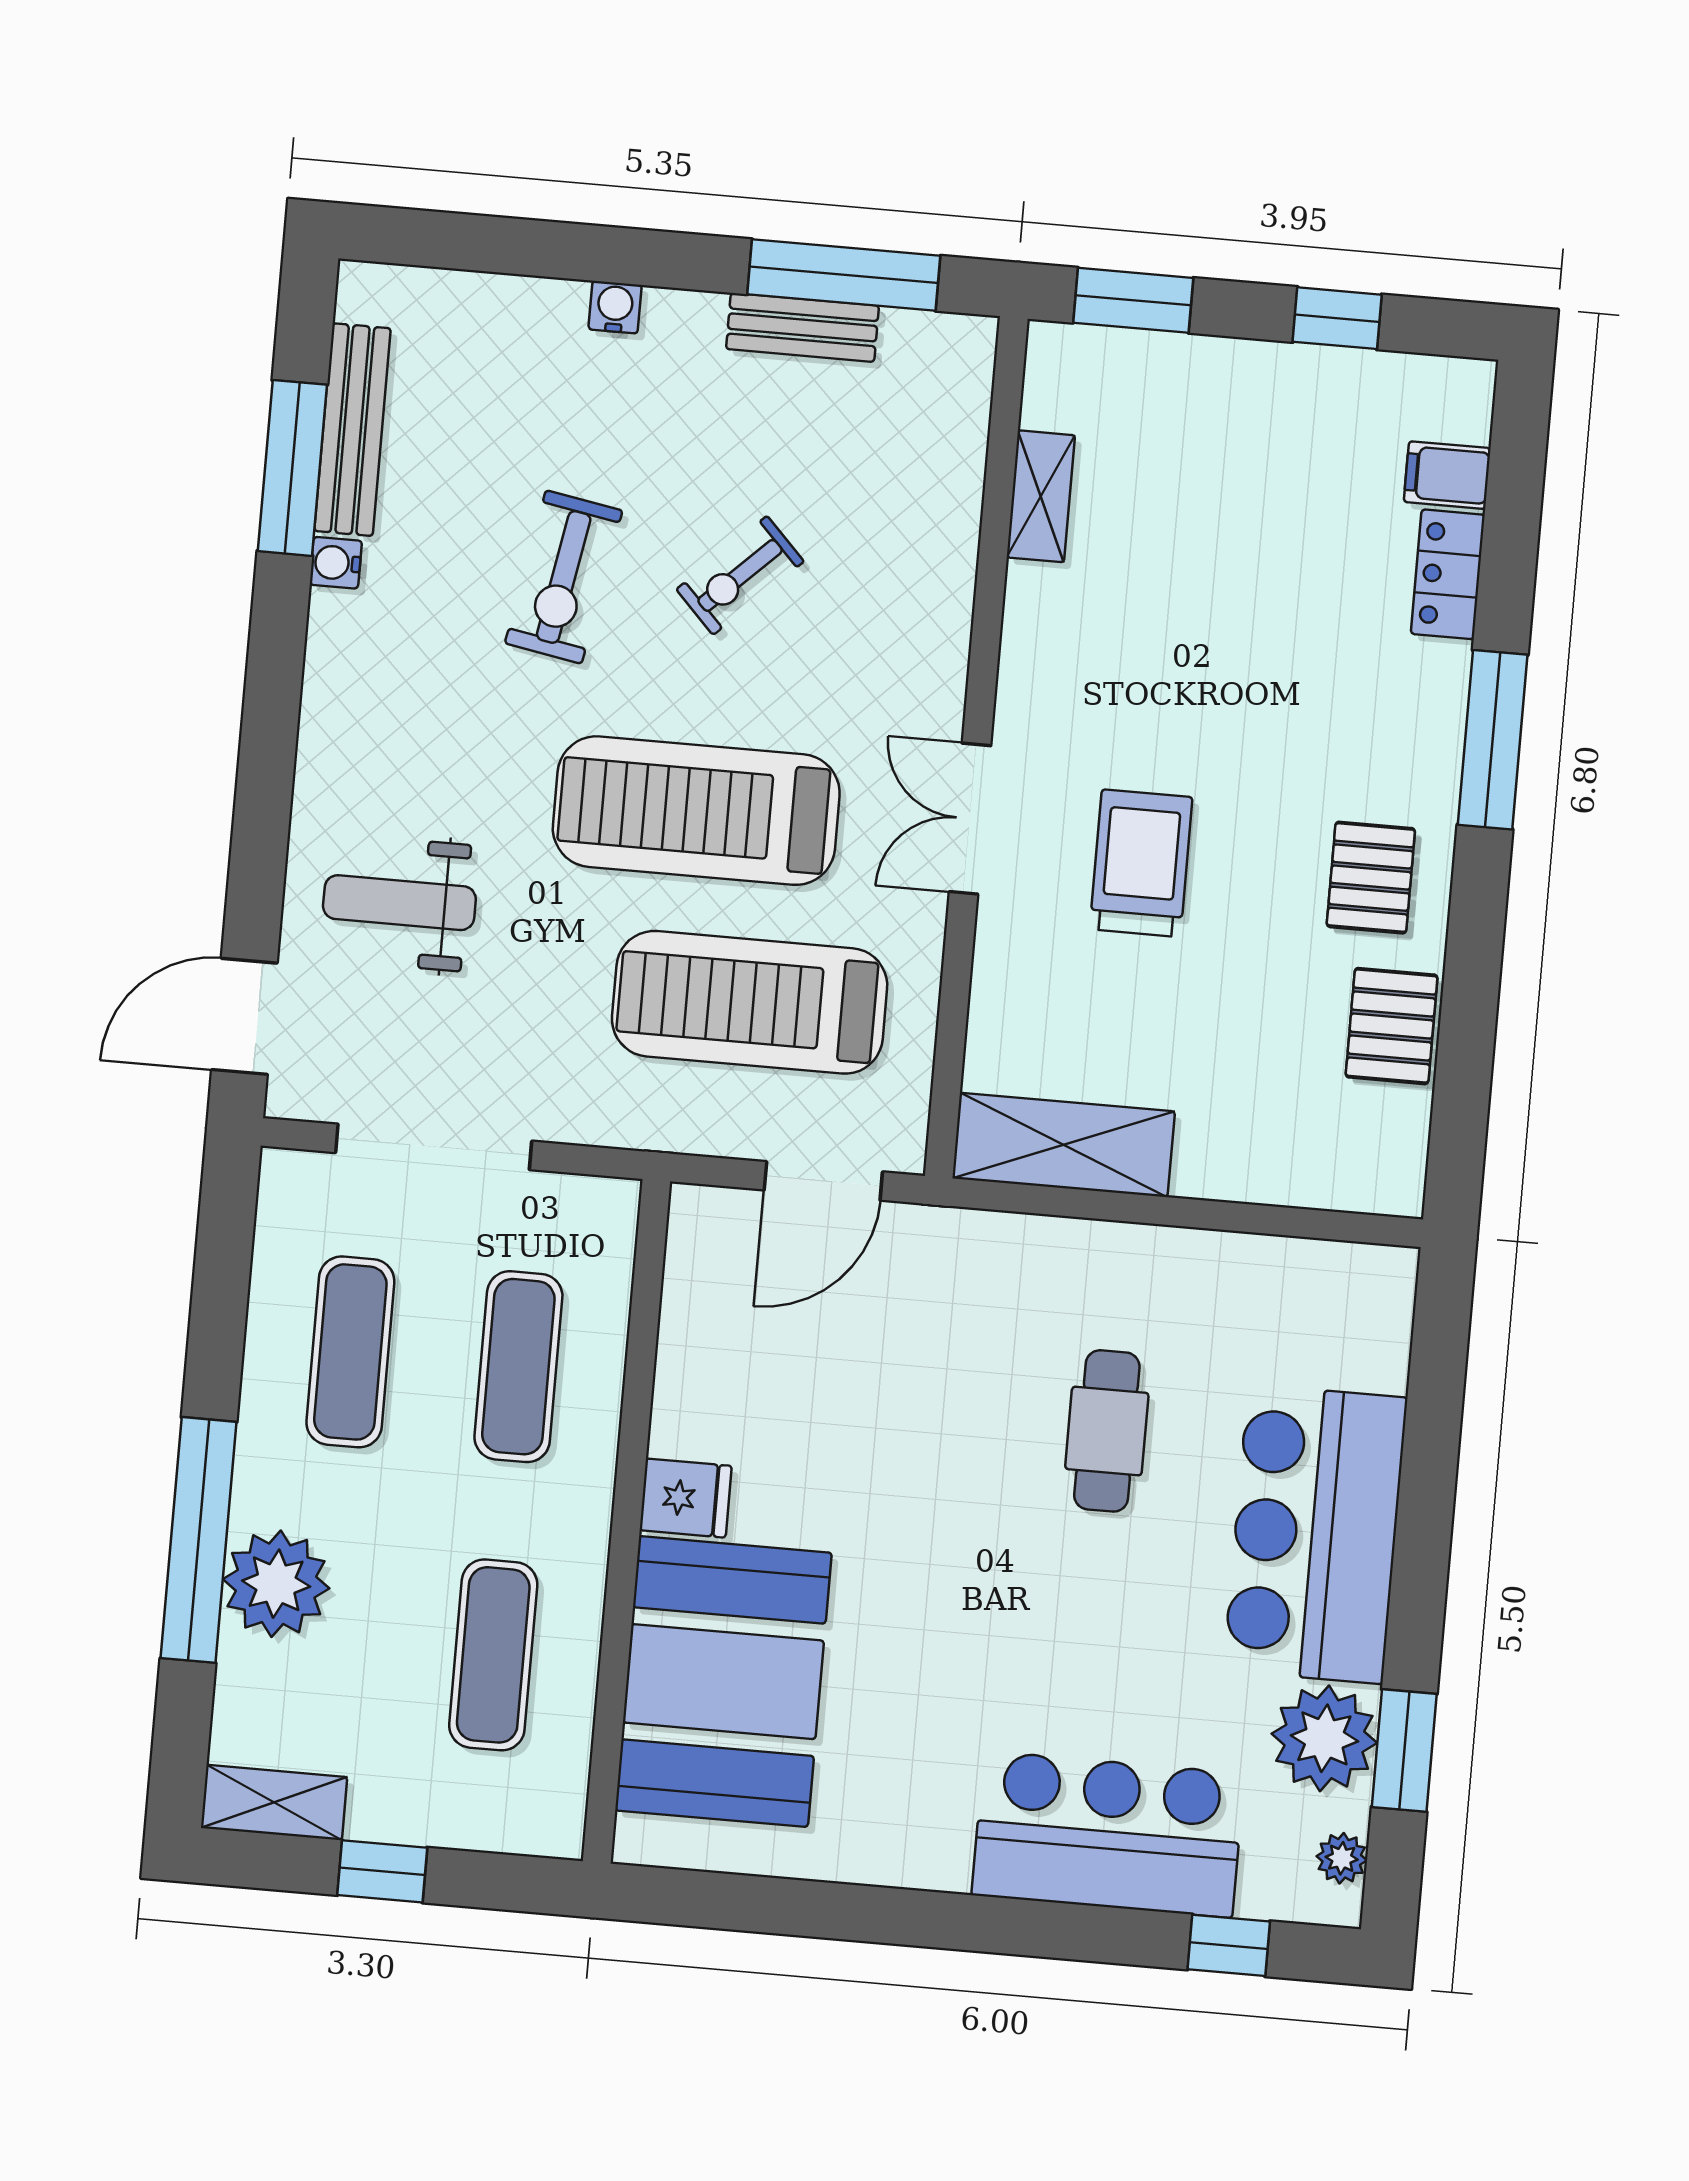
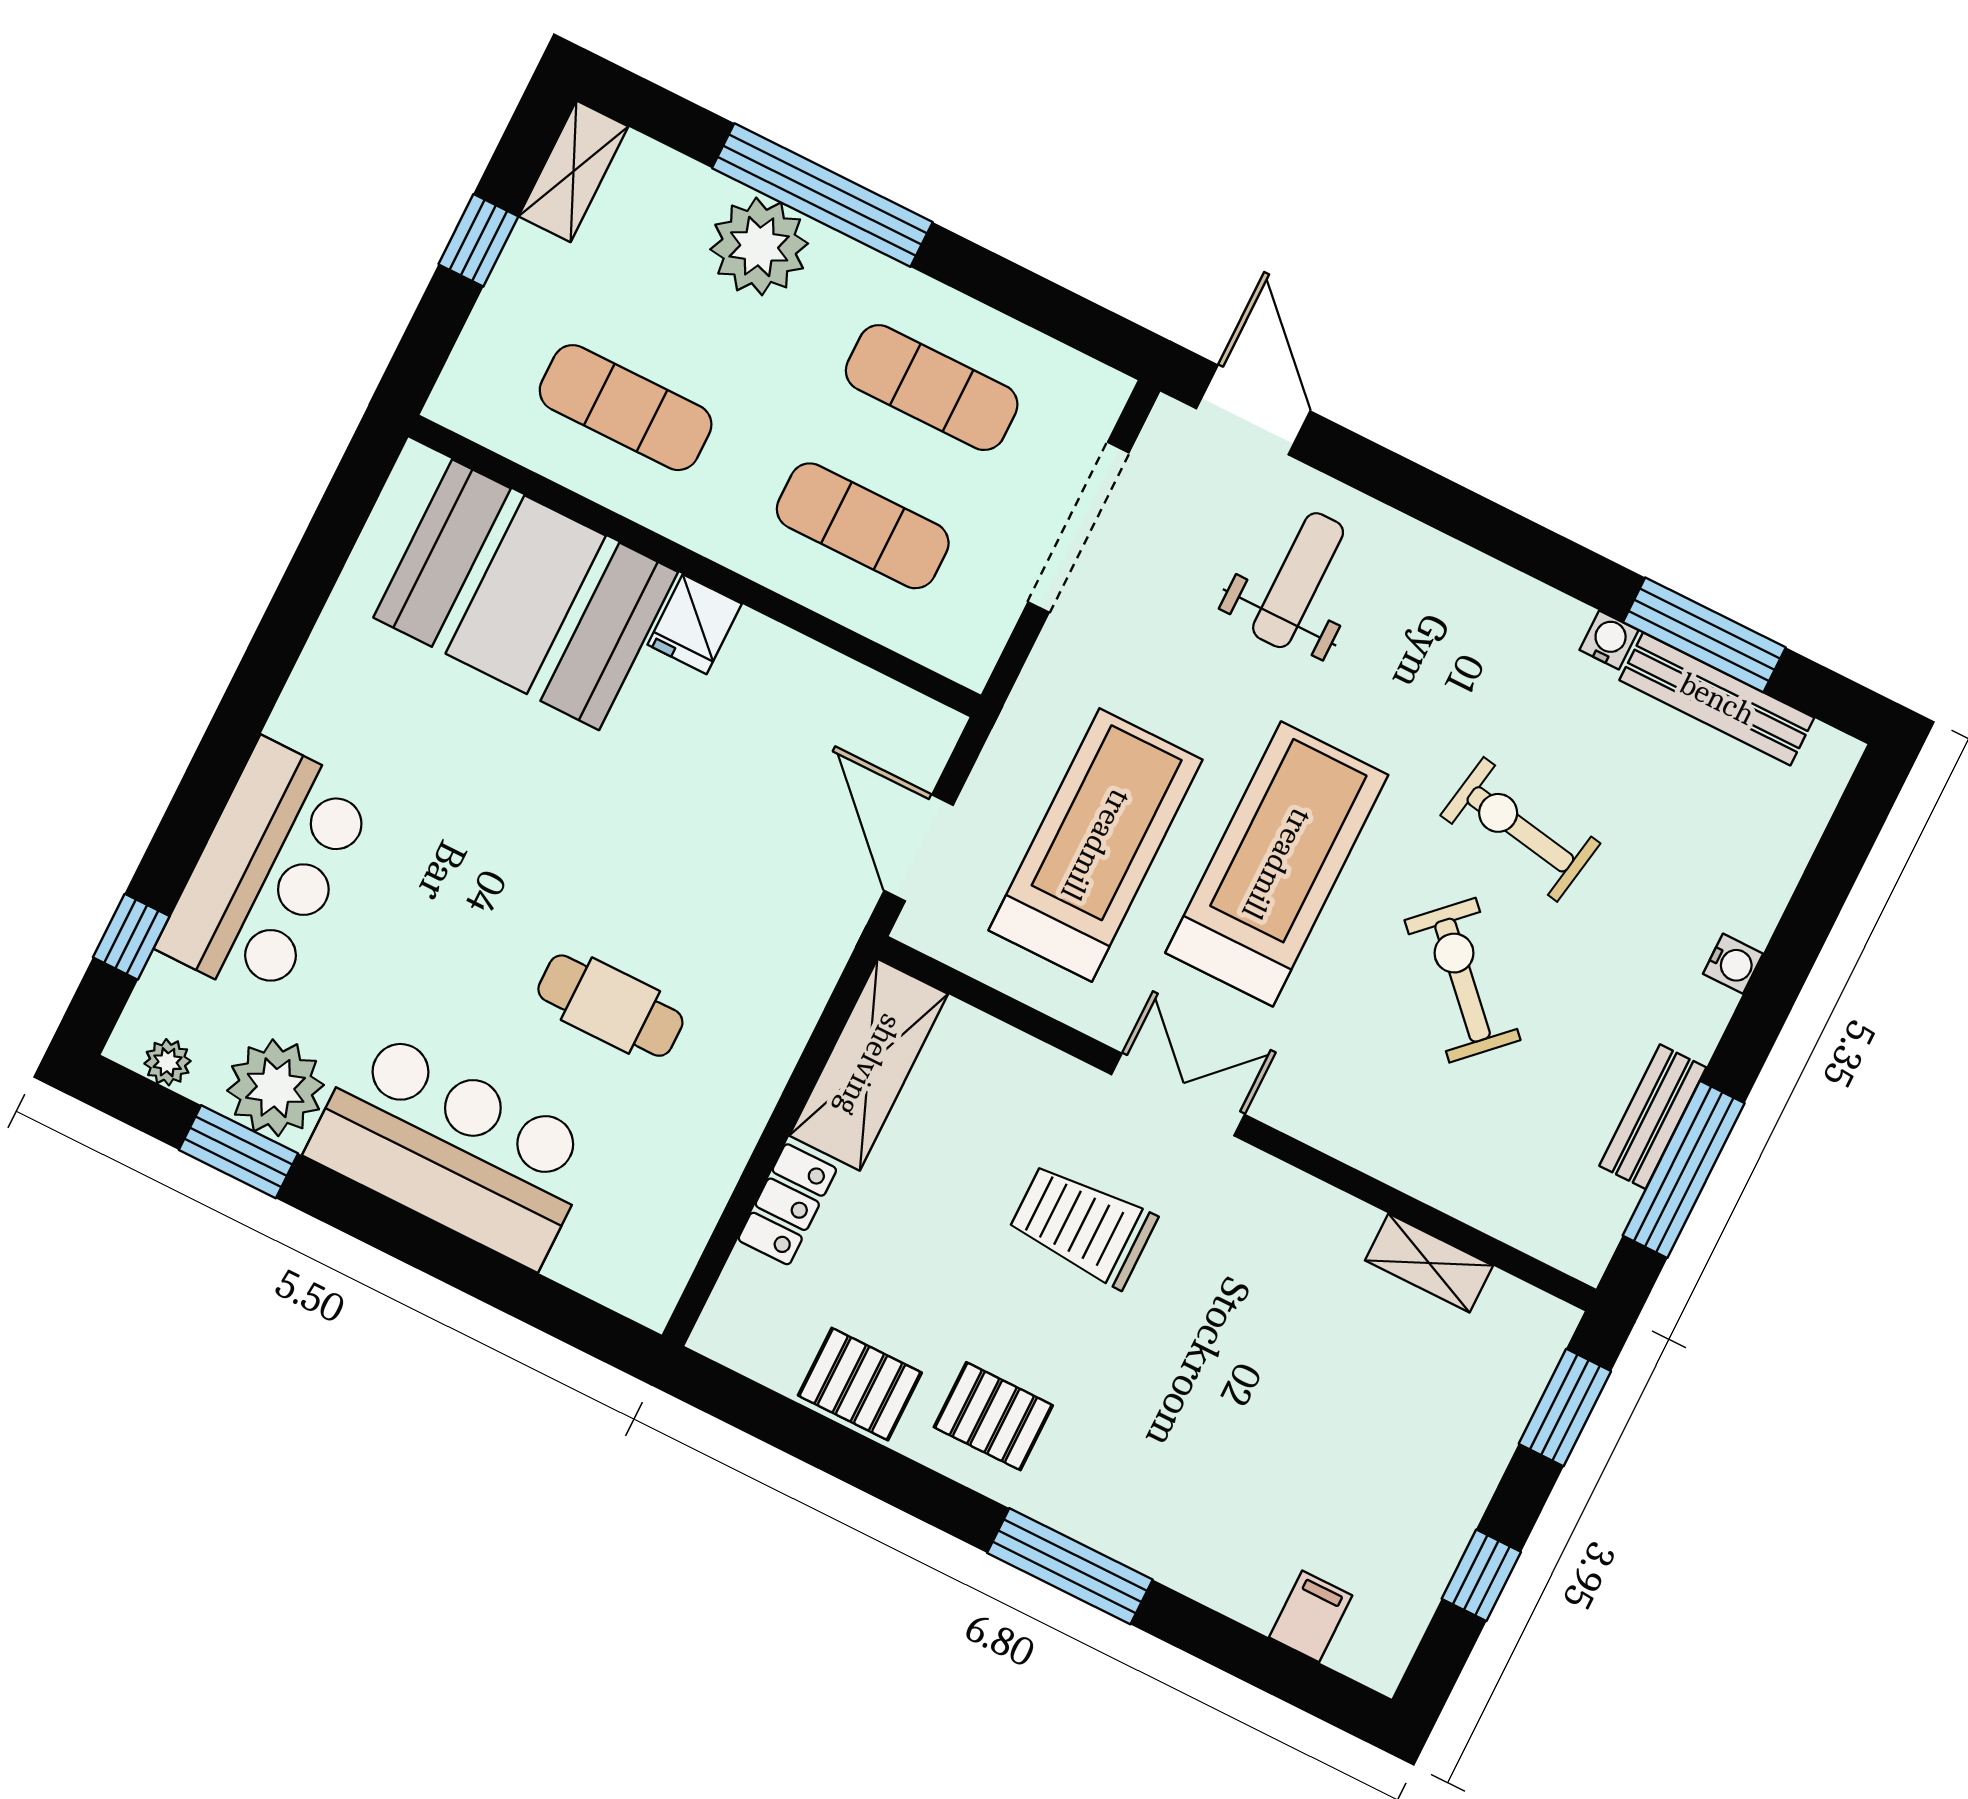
locker: (1448, 574) -> (787, 1204), moved, turned 90
exercise bike: (740, 575) -> (1463, 980), width x1.38, depth x1.39
trolley: (1141, 863) -> (1083, 1225), turned 180

